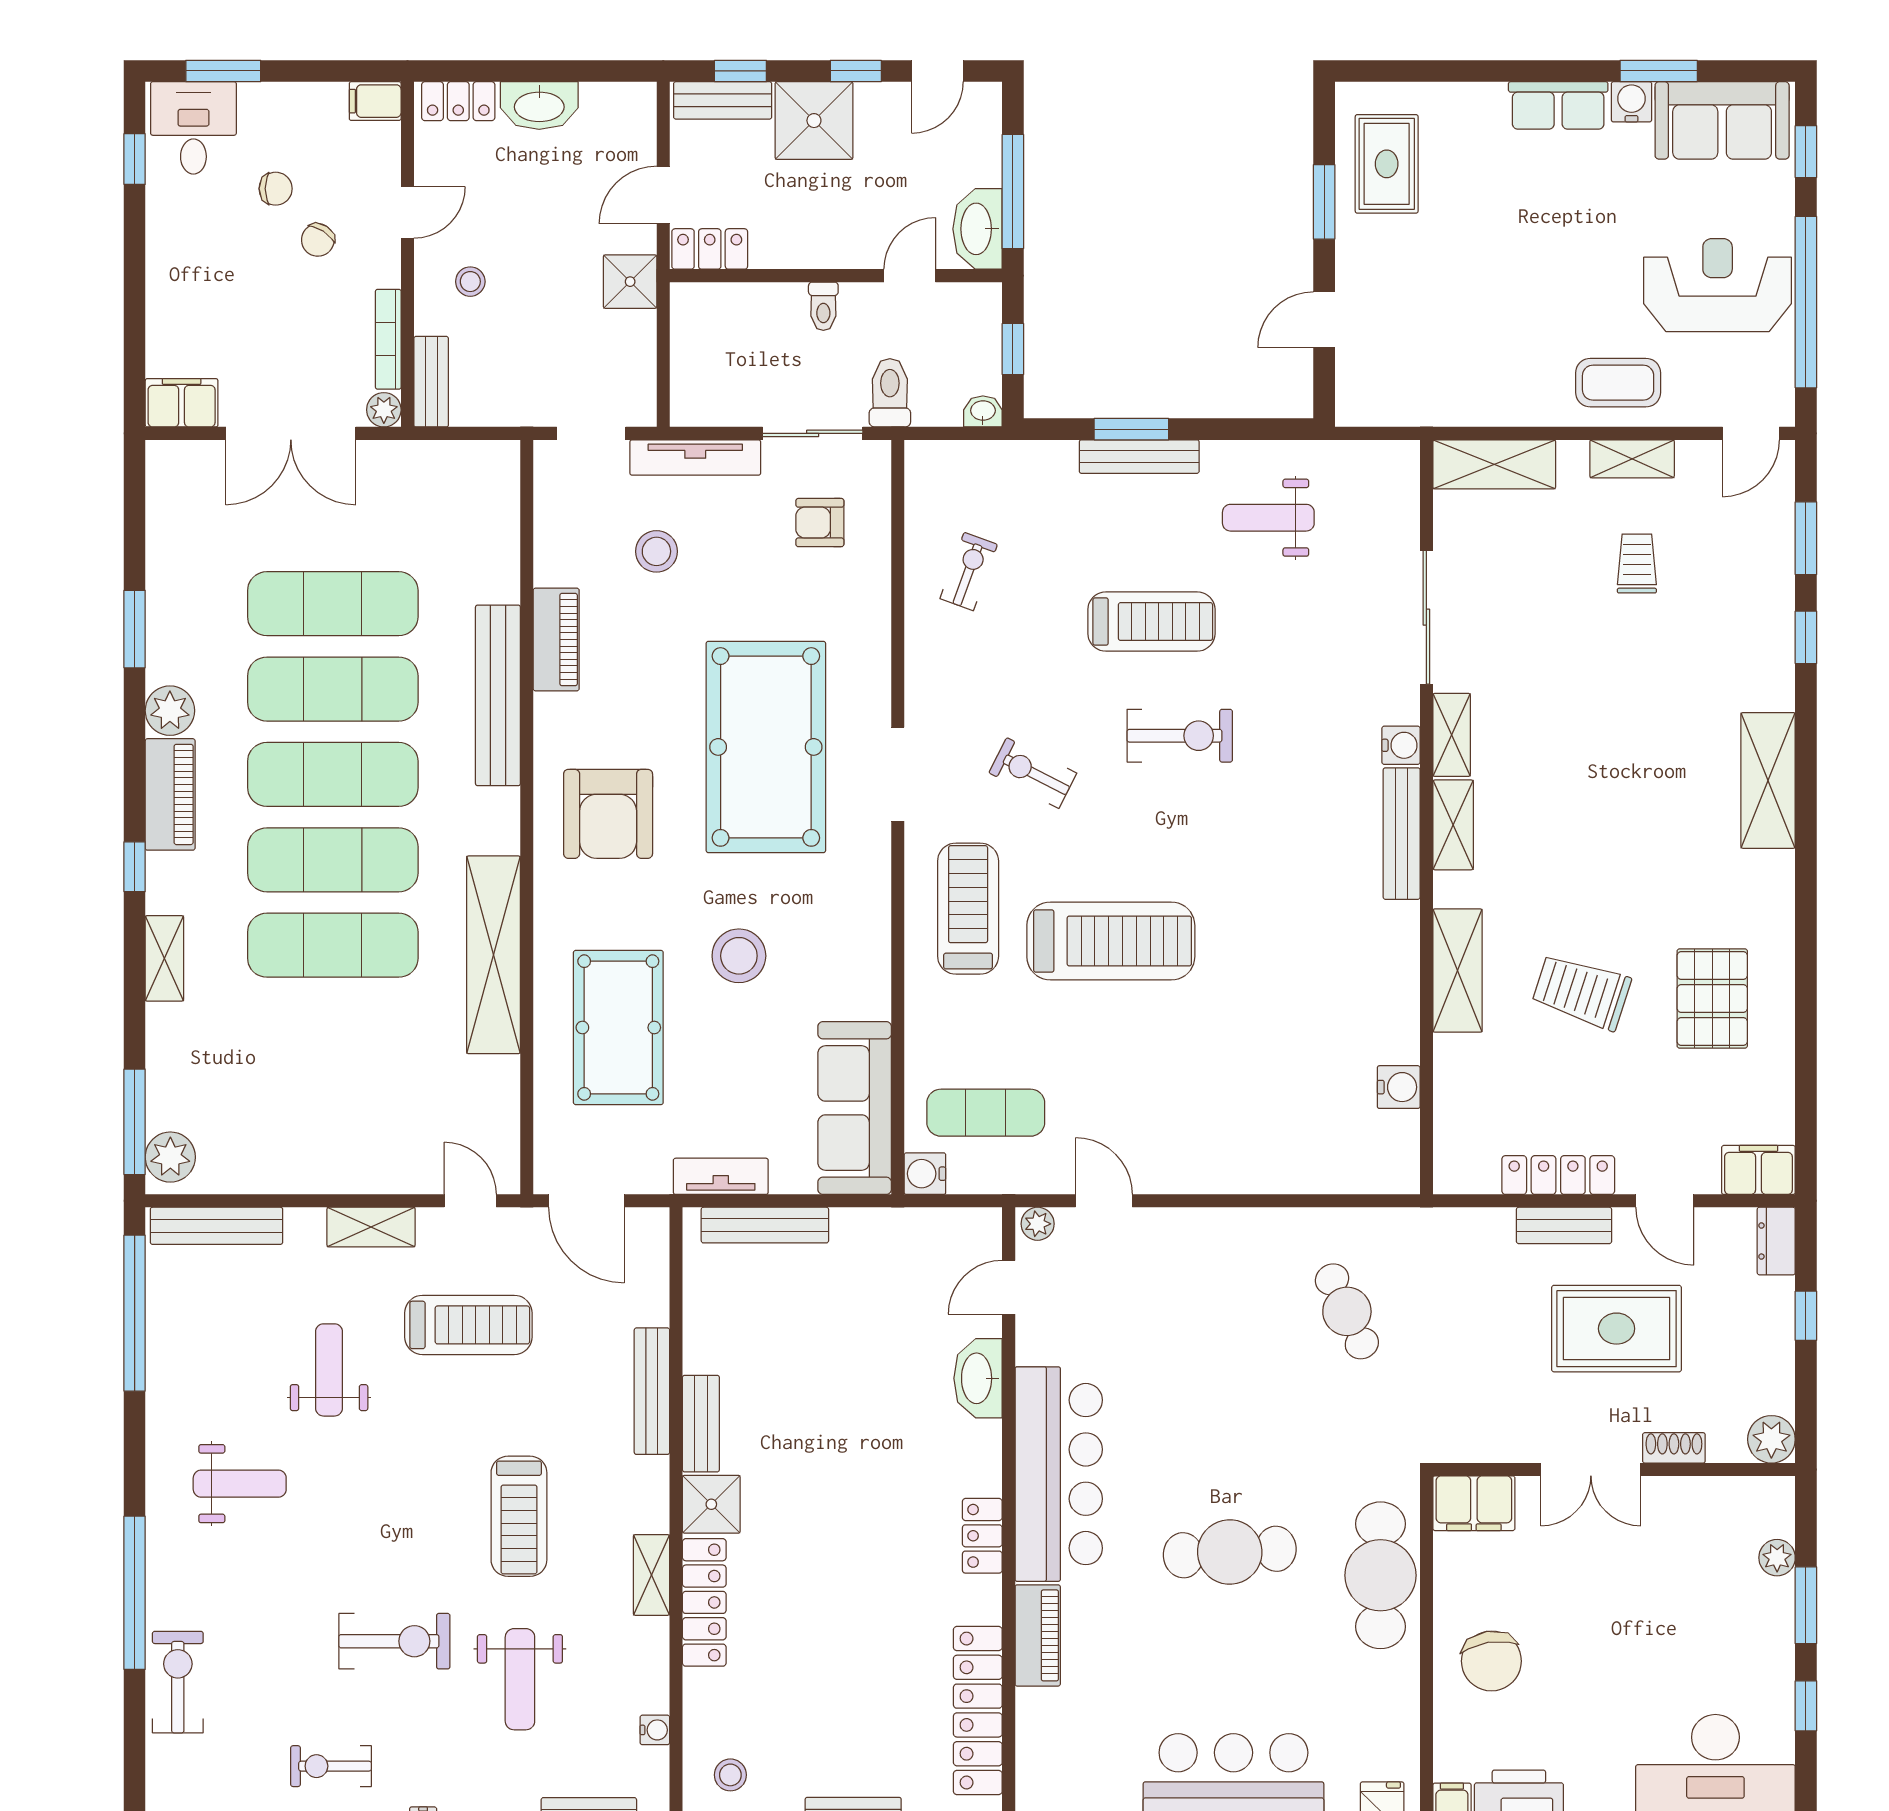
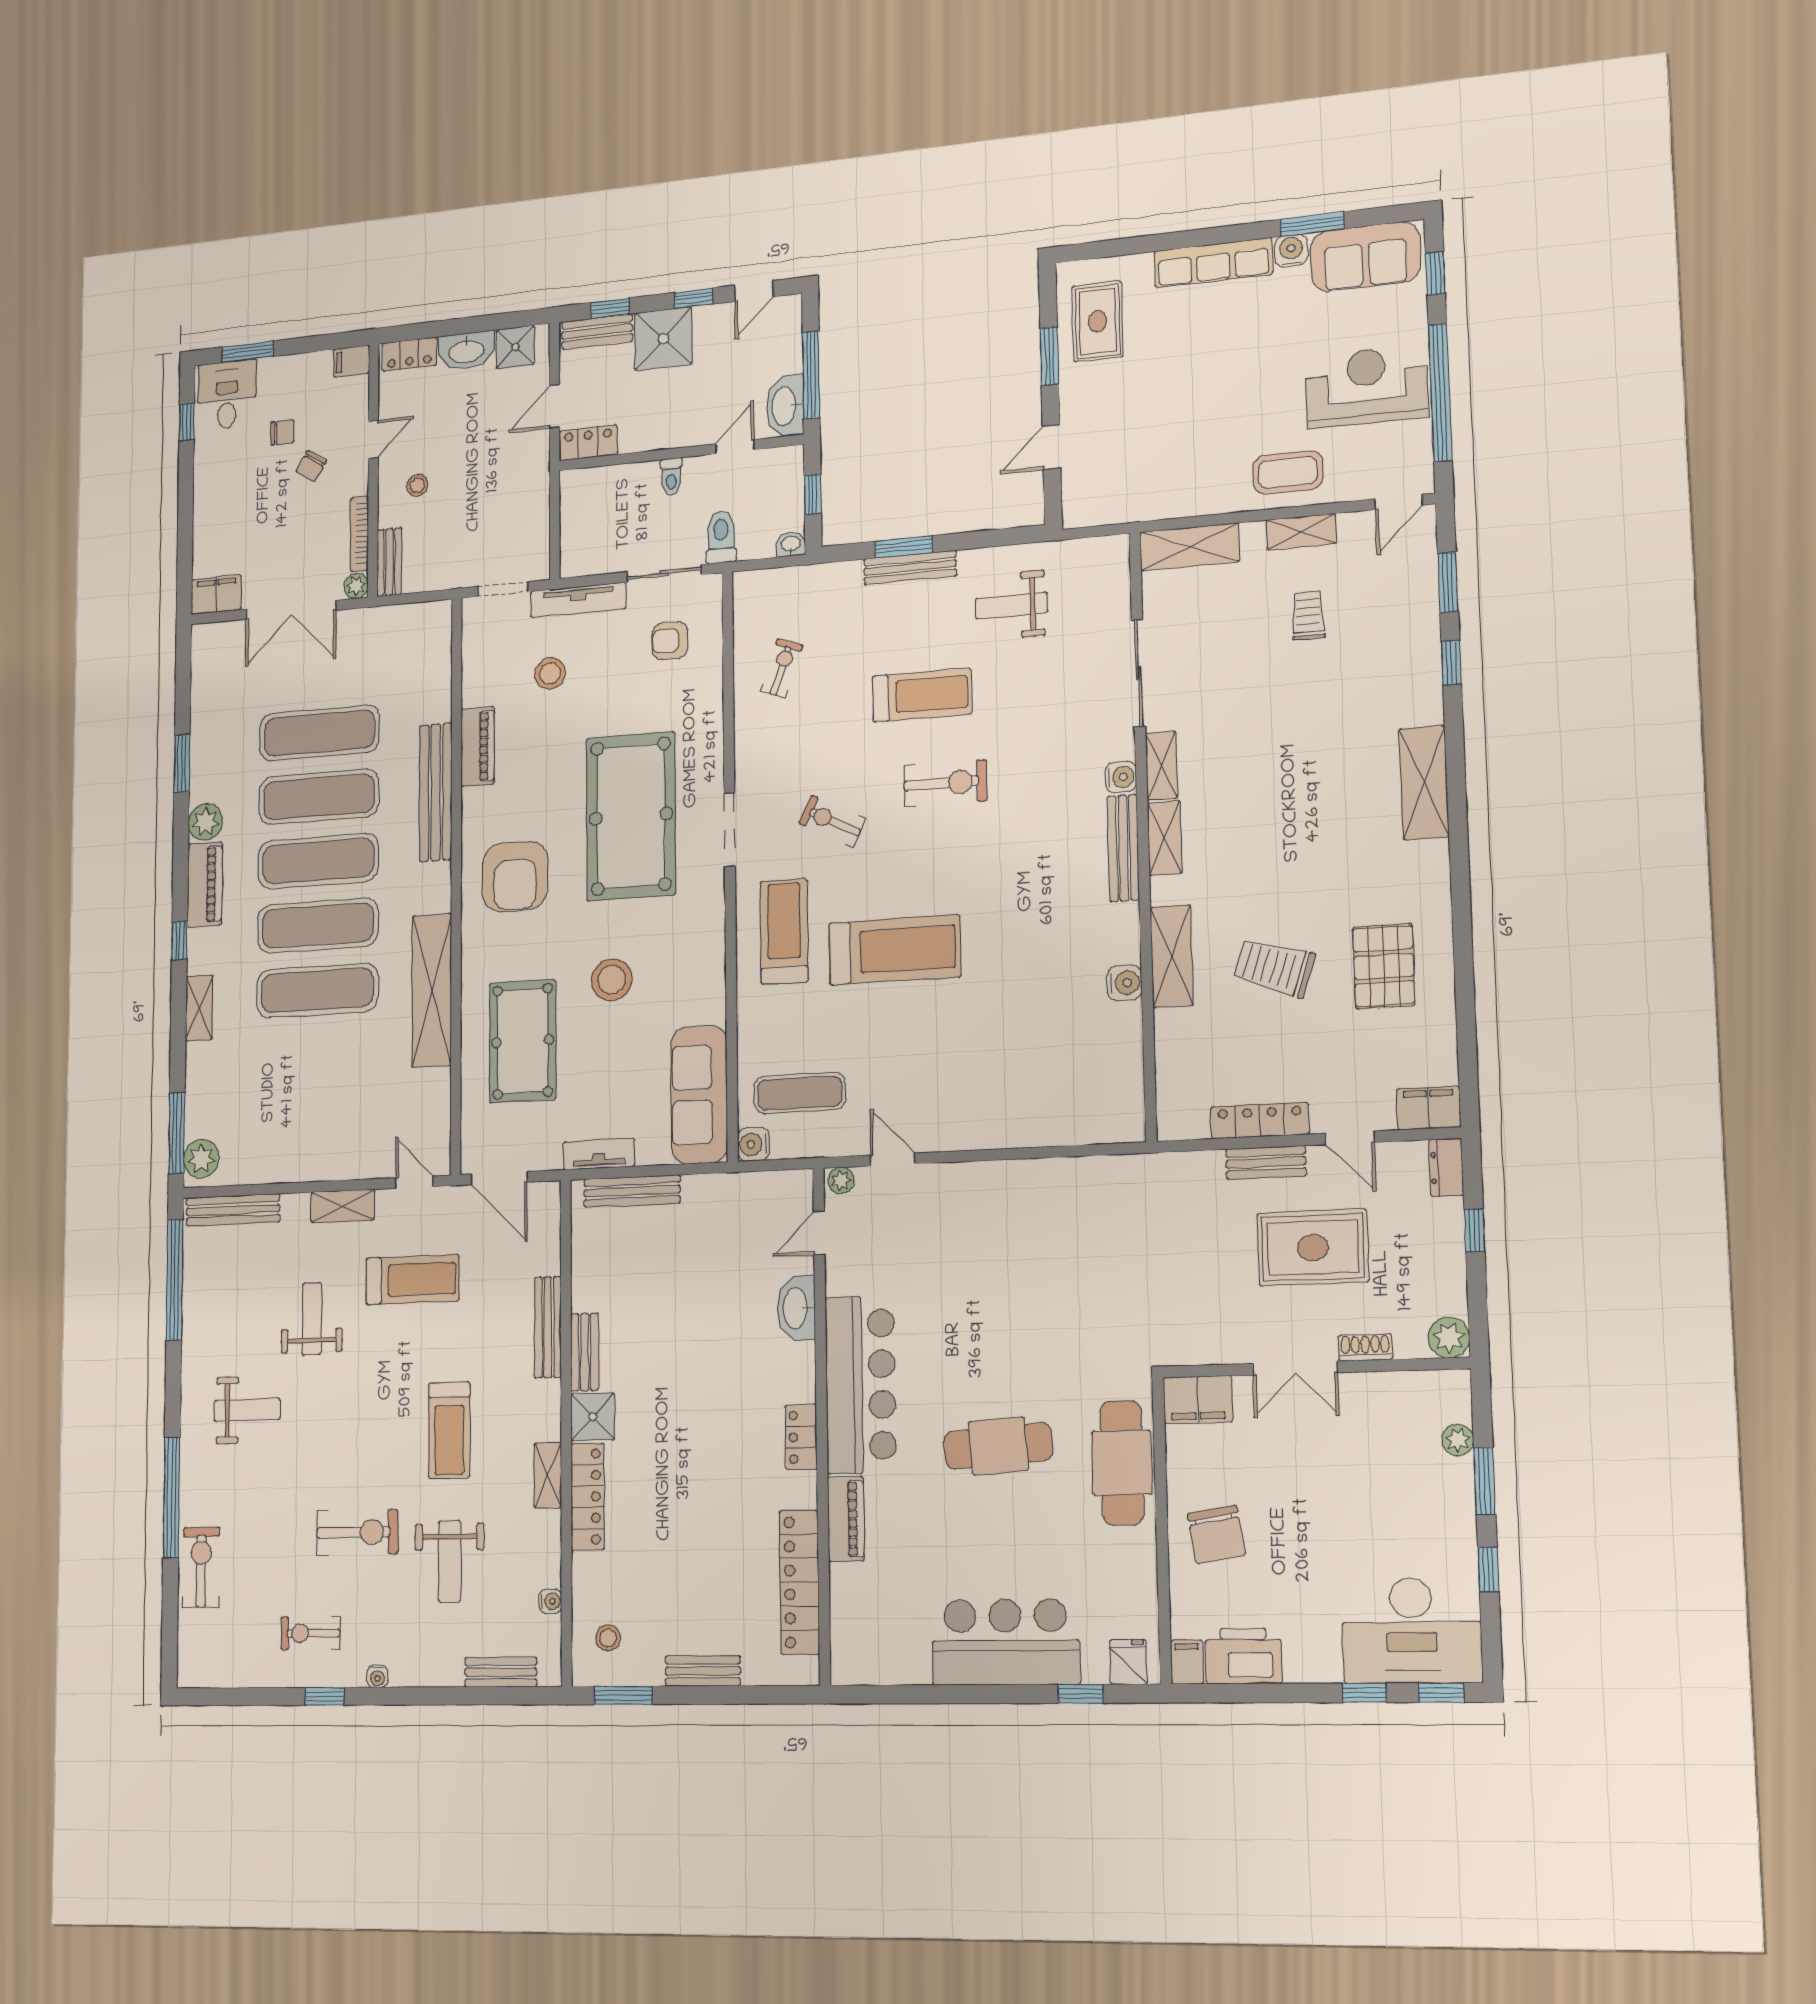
row of seats: (1558, 105) -> (1213, 263), width x1.48
shower: (630, 282) -> (515, 347), moved
water cooler: (1399, 1087) -> (1124, 983), moved
cafe table: (1347, 1311) -> (1089, 1242), removed

